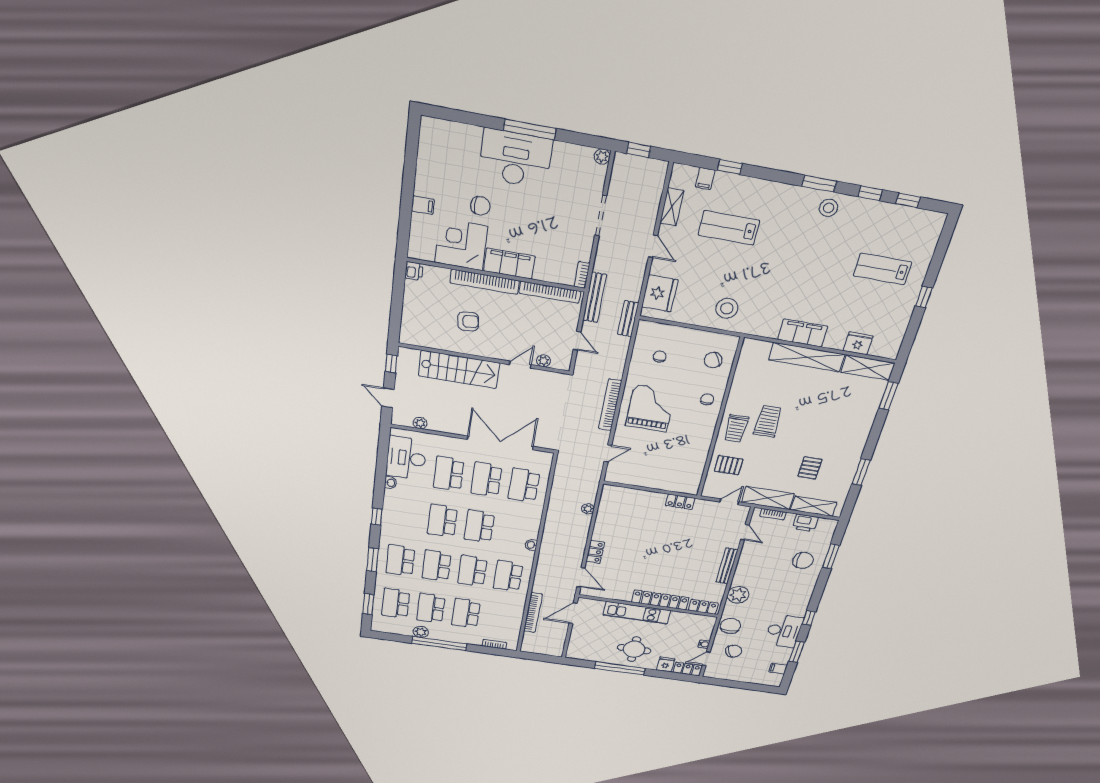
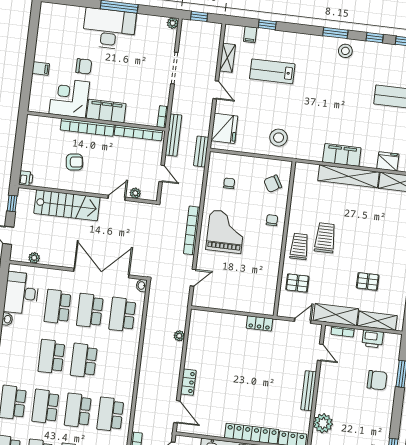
printer: (414, 271) -> (26, 178), moved
trolley: (736, 429) -> (299, 246), turned 180
pallet: (810, 468) -> (368, 281), turned 90
washbasin: (531, 545) -> (142, 285), moved

